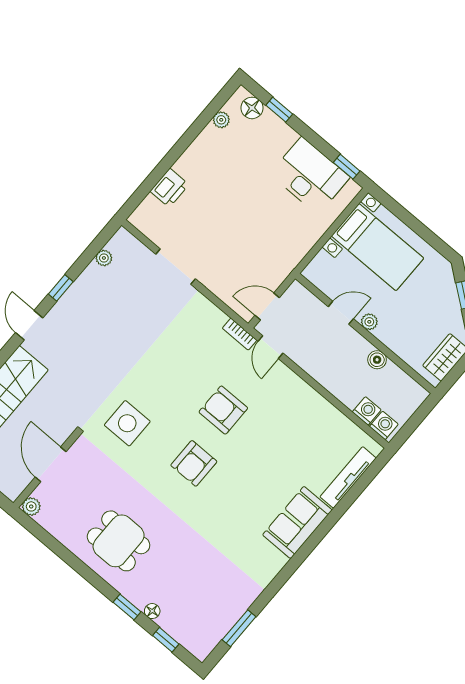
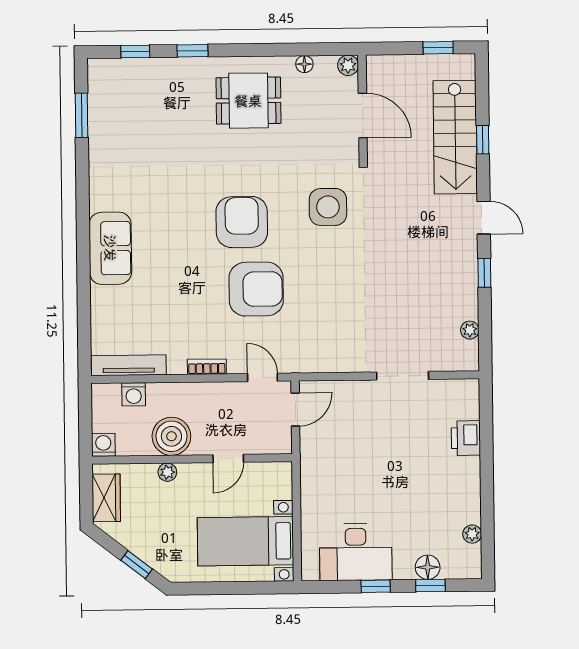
floor lamp: (252, 108) -> (428, 567), moved
window: (347, 167) -> (376, 586), moved
plant: (369, 322) -> (167, 472), moved
bookcase: (240, 334) -> (207, 367), moved
boiler: (377, 360) -> (171, 436), width x1.86, depth x1.86
armchair: (223, 410) -> (256, 289), width x1.36, depth x1.36
washing machine: (384, 425) -> (103, 445), moved, turned 180
armchair: (194, 463) -> (242, 222), width x1.36, depth x1.36
tv unit: (348, 477) -> (129, 365), moved, turned -90
floor lamp: (152, 611) -> (304, 64), moved

